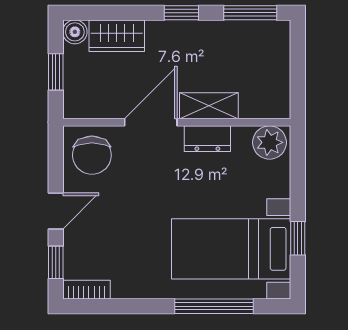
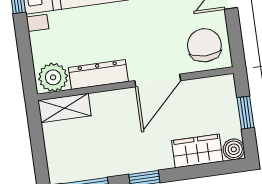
shelving: (209, 106) -> (65, 108), moved
dresser: (207, 139) -> (98, 74), width x1.44

